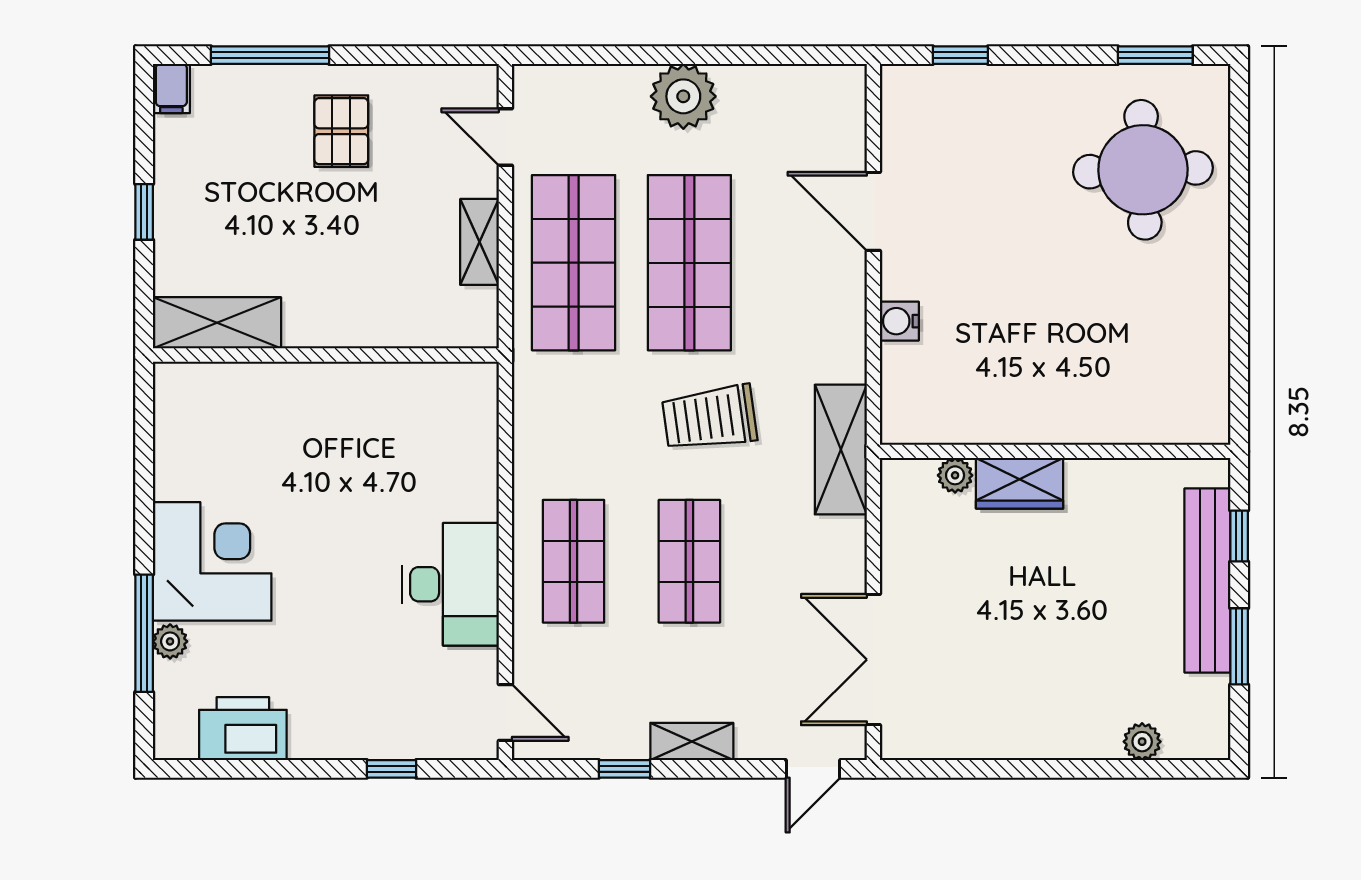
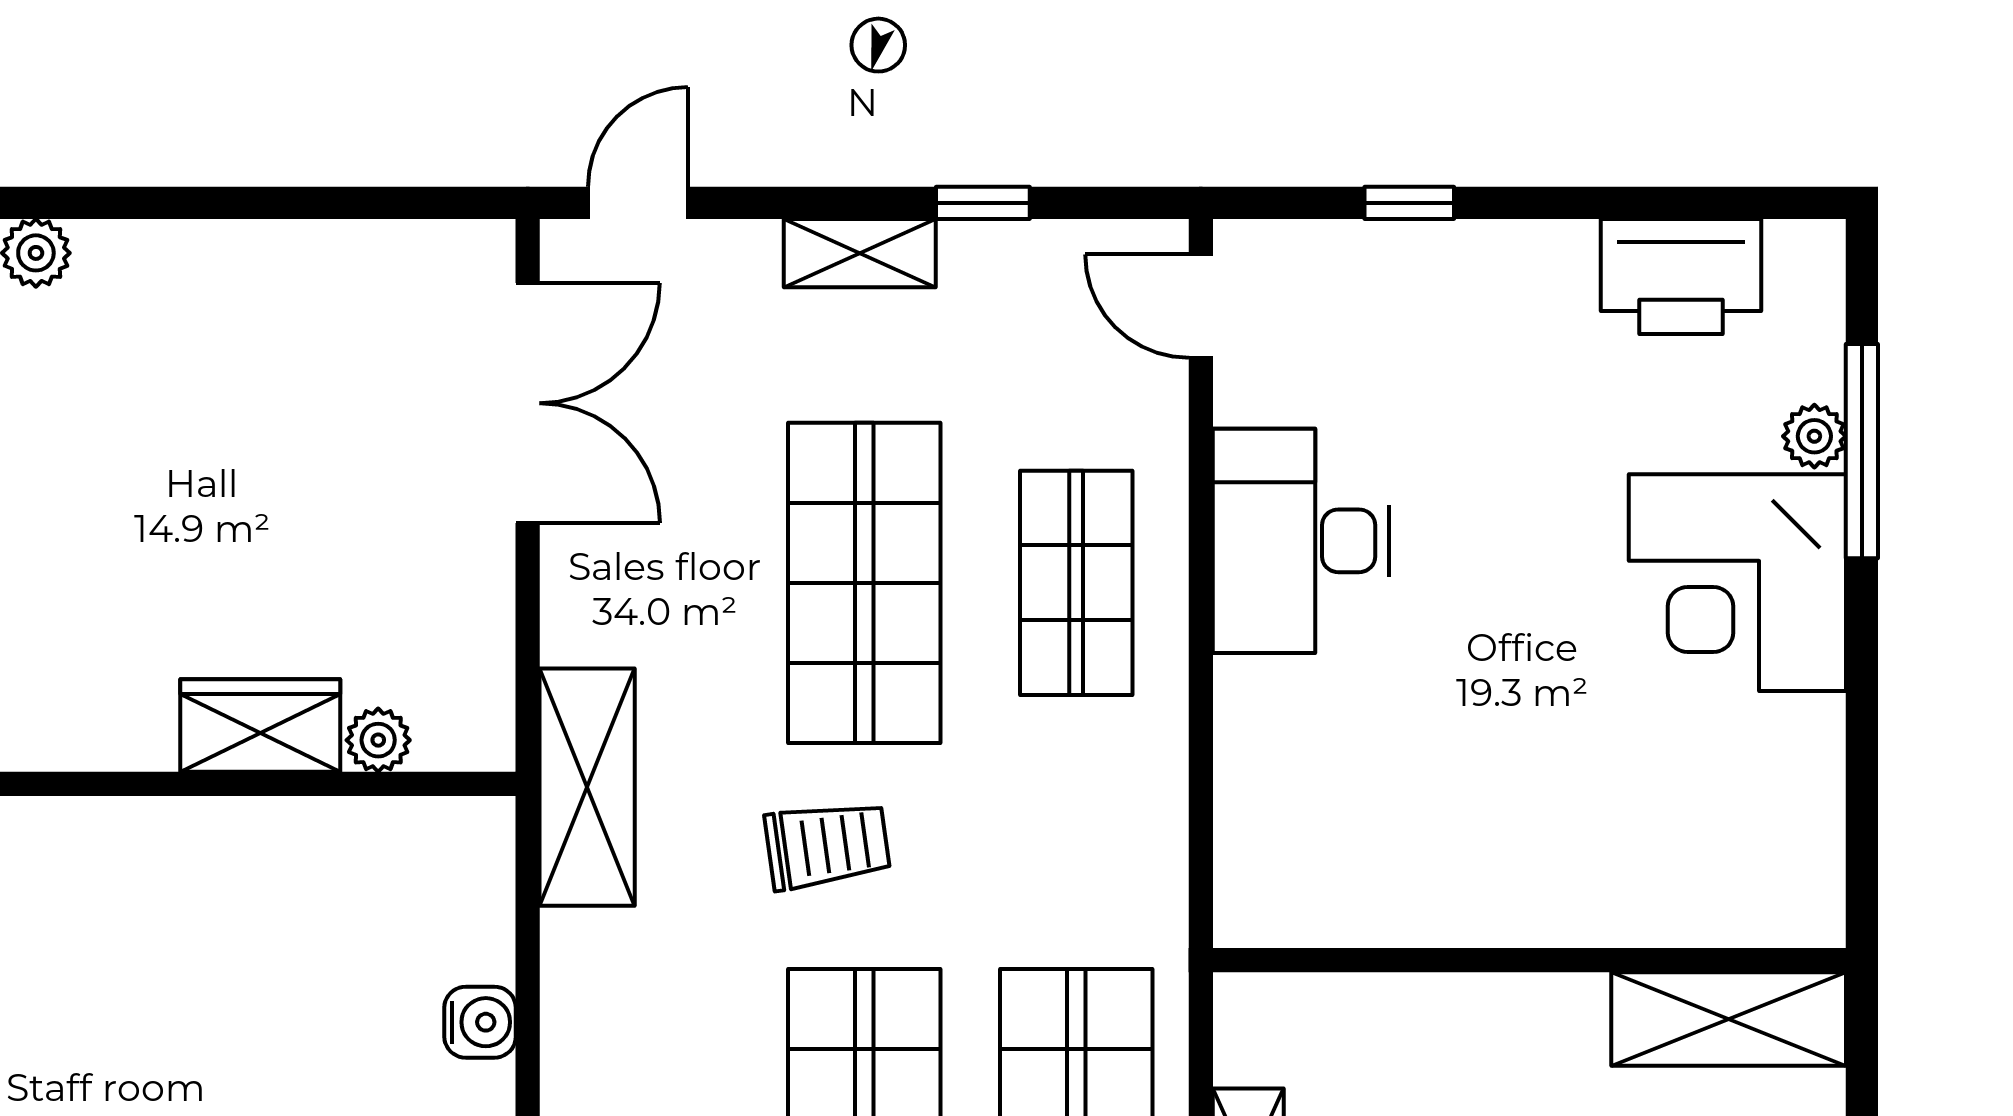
trolley: (710, 418) -> (827, 845), width x0.73, depth x0.72
shop shelf: (689, 561) -> (864, 583), width x1.43, depth x1.36

